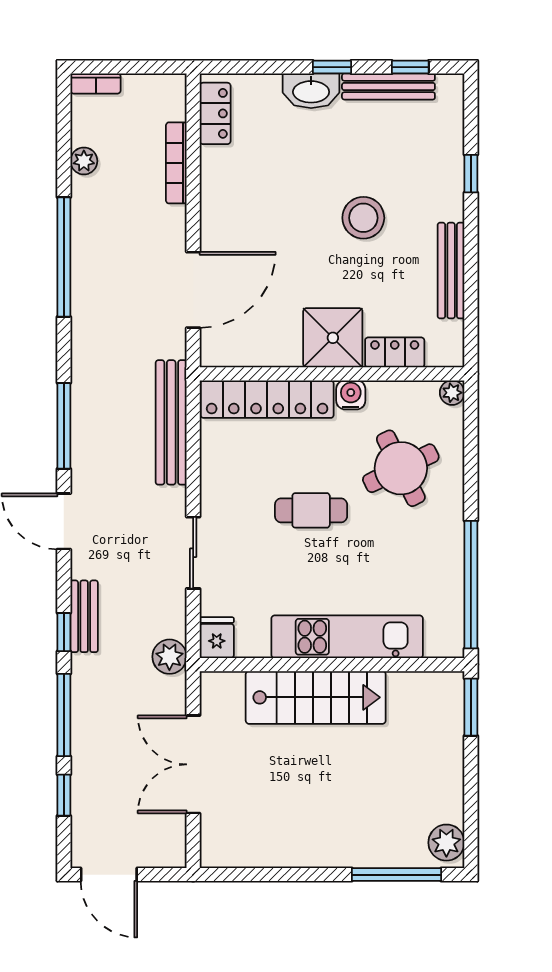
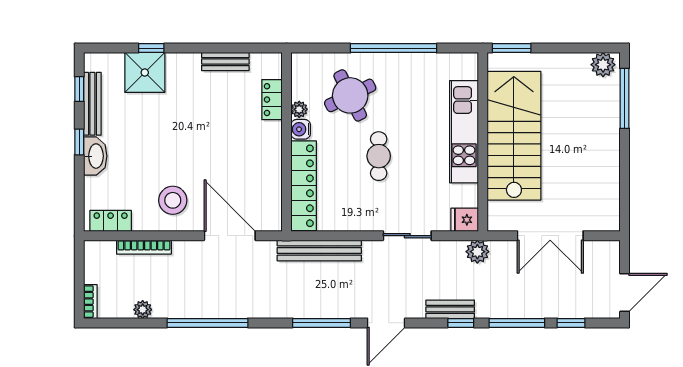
stool: (363, 218) -> (173, 200), moved
bench: (451, 271) -> (225, 62), width x0.73
shower: (333, 338) -> (145, 72), moved
plant: (452, 393) -> (299, 109), moved
window: (471, 585) -> (393, 48), moved
stairs: (316, 697) -> (514, 136), width x1.36, depth x1.51

